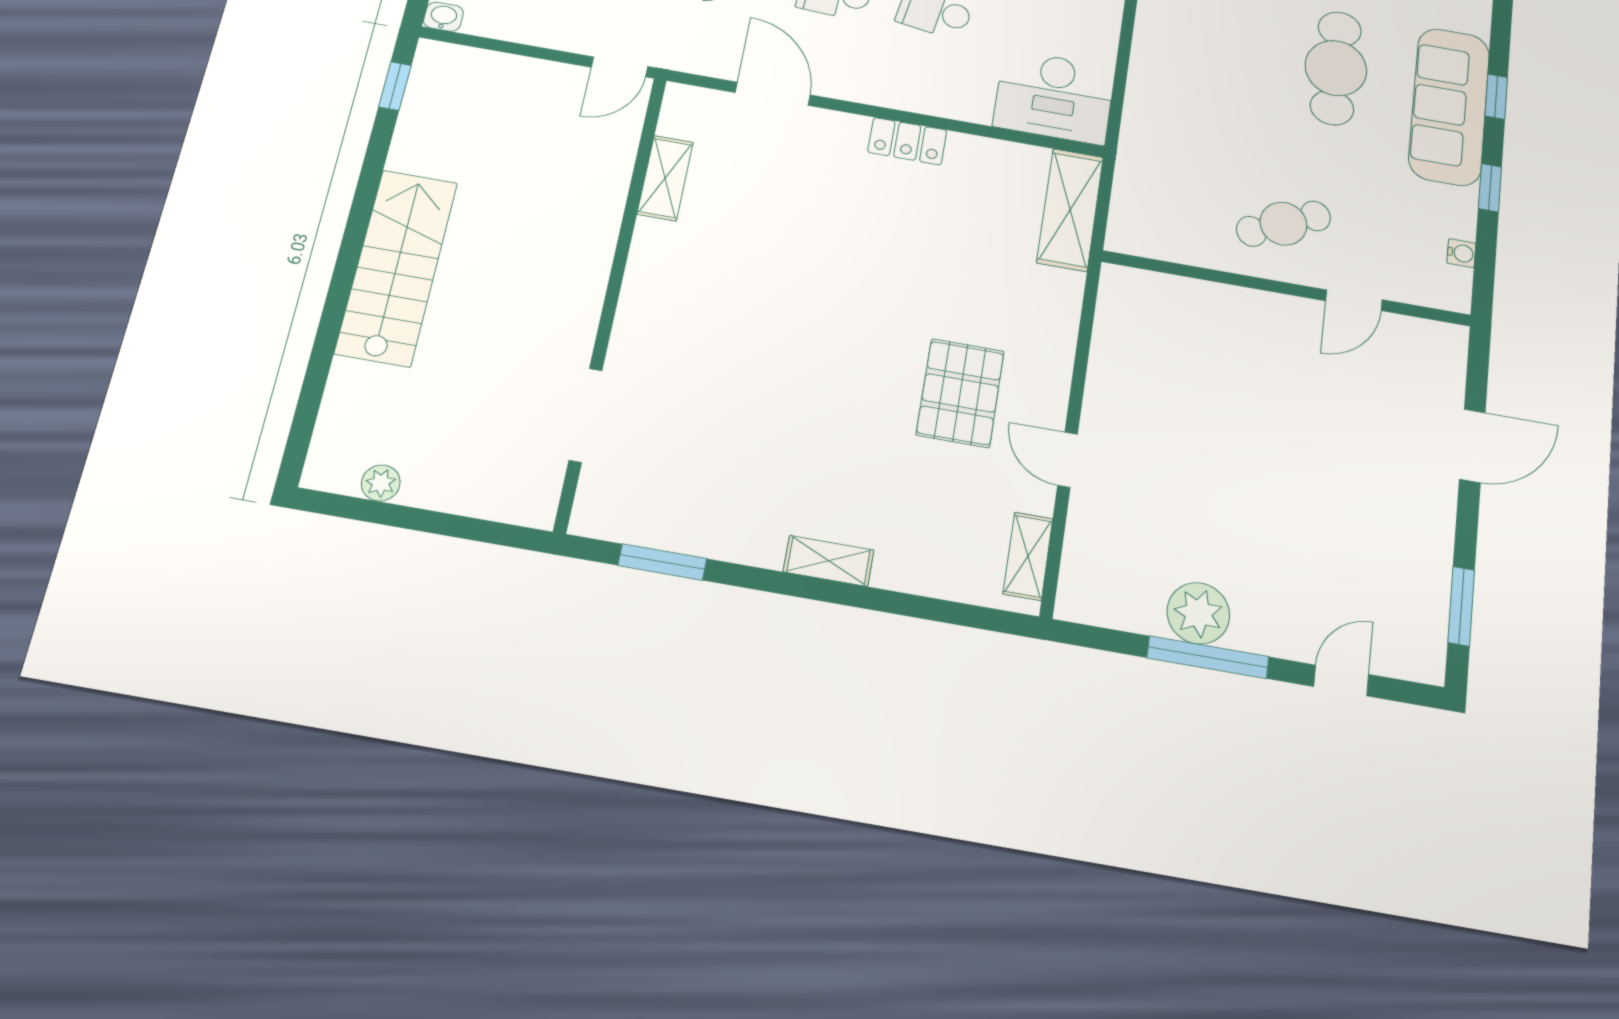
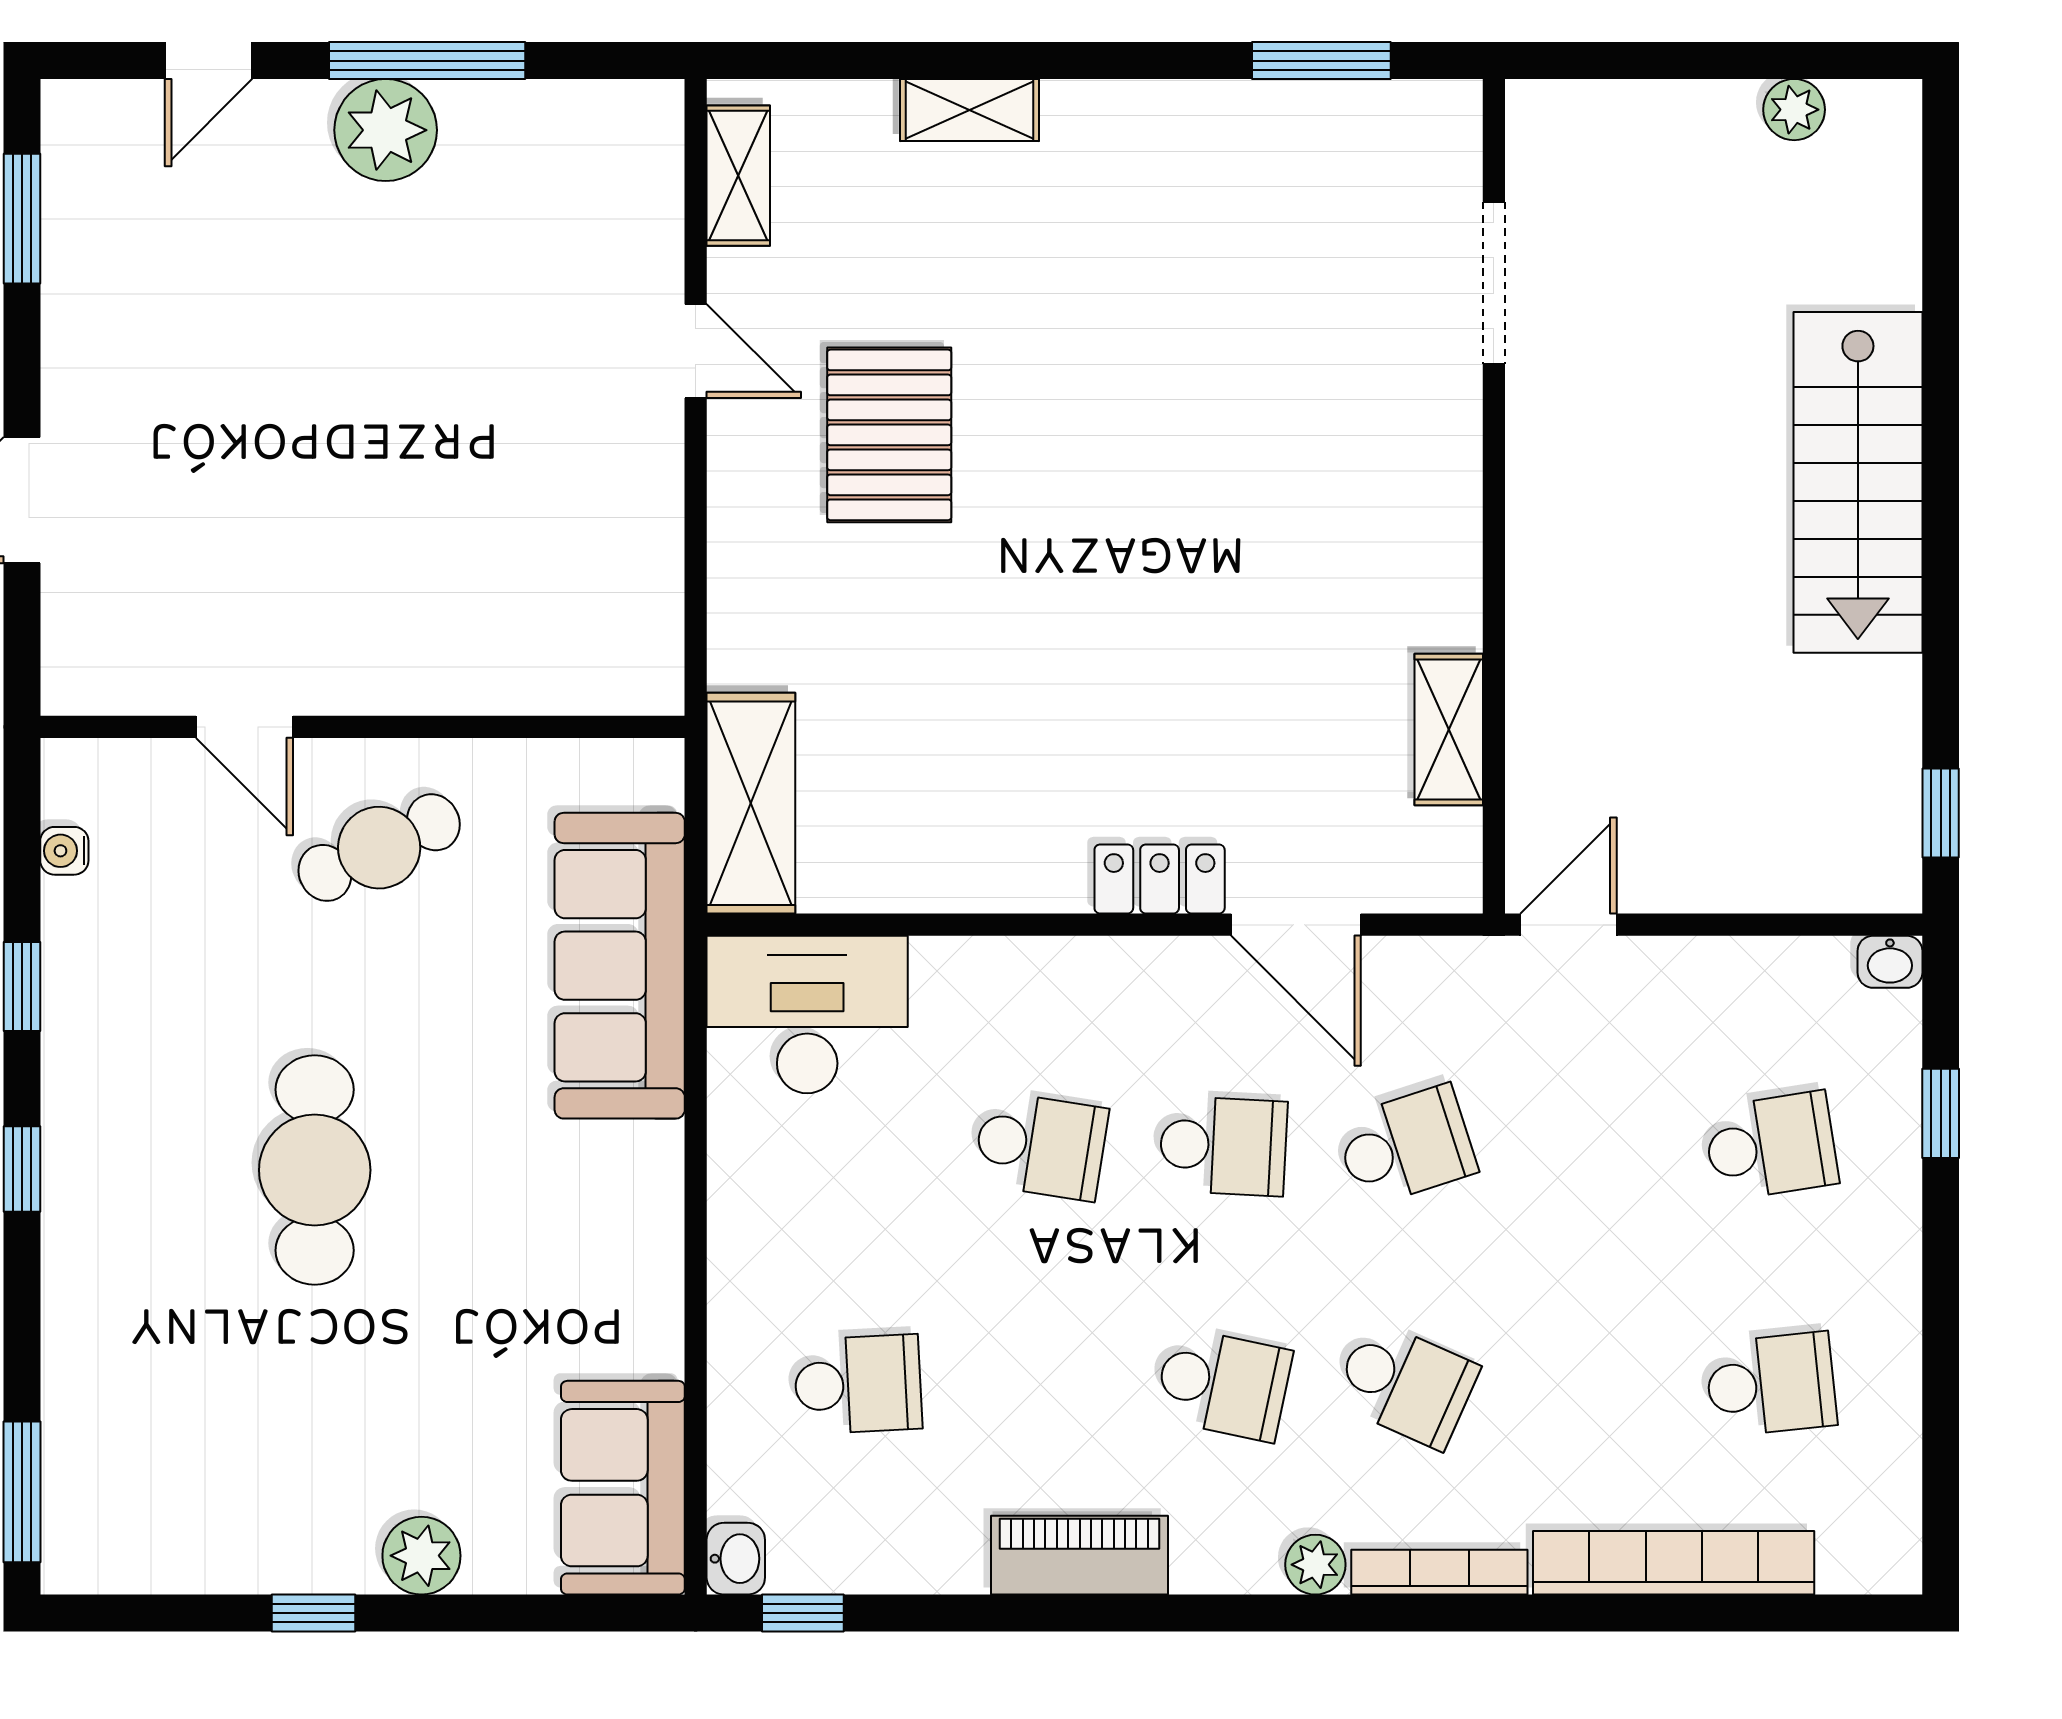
sofa: (1449, 106) -> (620, 966), moved, turned 180
locker: (907, 141) -> (1160, 879), moved
door: (1354, 300) -> (244, 727), swing flipped
shelving: (829, 561) -> (970, 110), moved
plant: (1198, 613) -> (386, 130), moved

